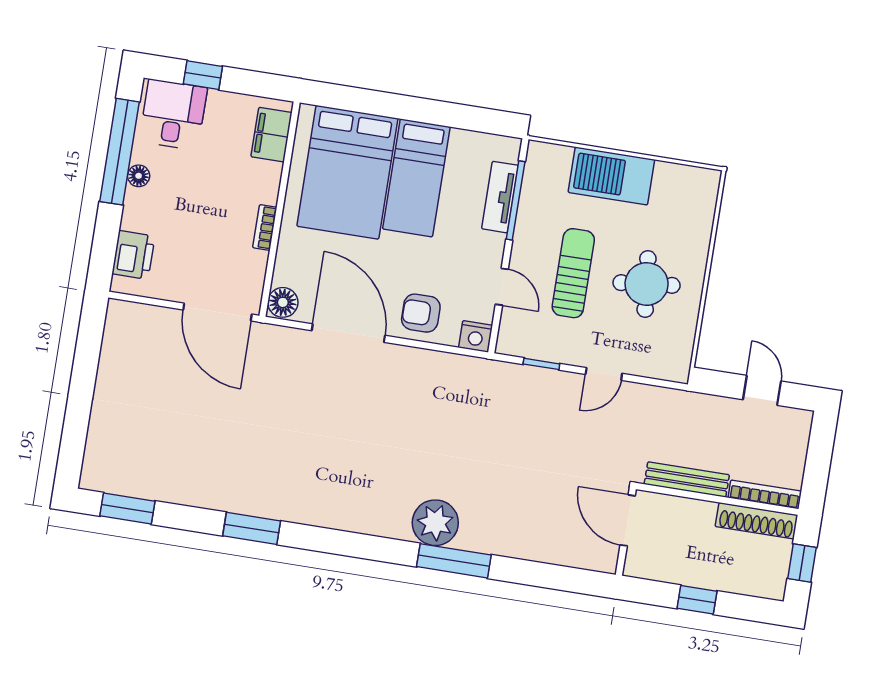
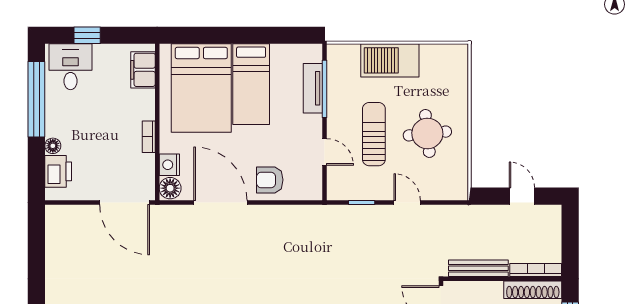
floor lamp: (139, 176) -> (53, 146), moved
nightstand: (476, 336) -> (169, 165), moved, turned 90
door: (604, 374) -> (407, 203), swing flipped

